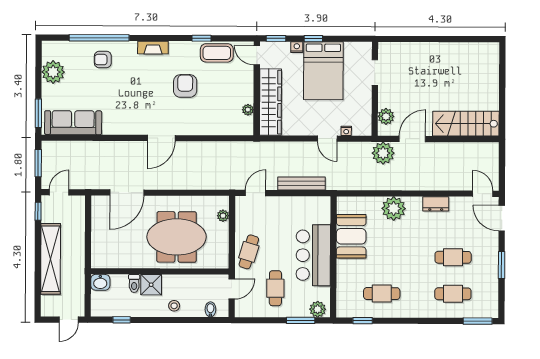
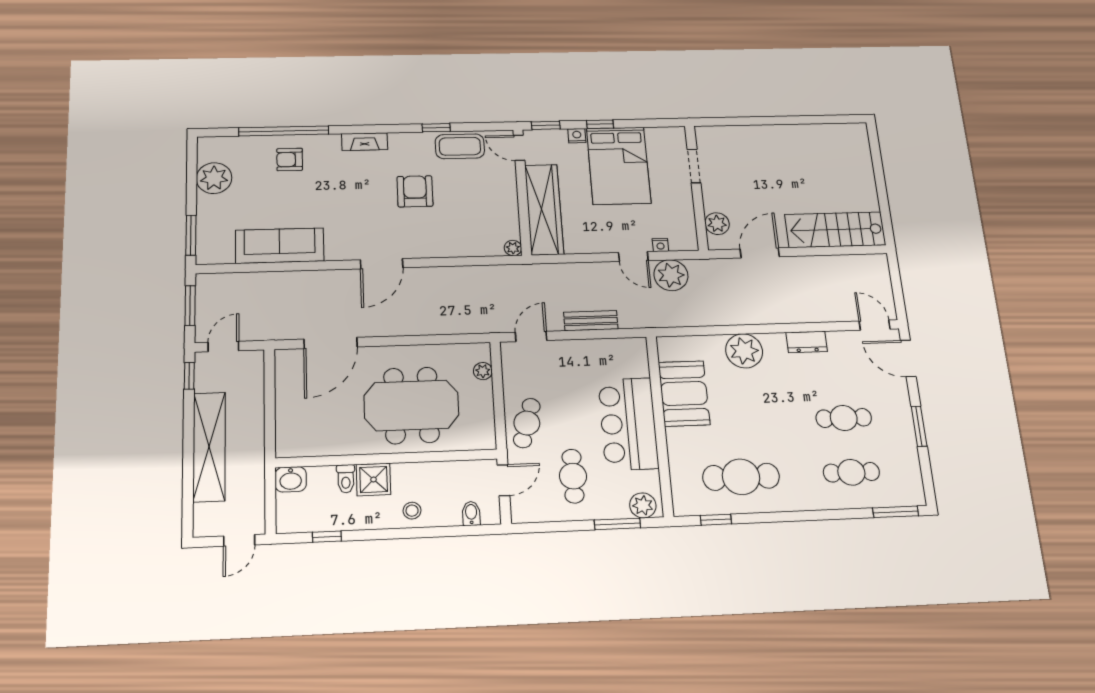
plant: (248, 110) -> (513, 248), moved
sofa: (73, 123) -> (280, 246), moved
plant: (383, 153) -> (671, 275), moved
bench: (301, 183) -> (591, 321), width x0.73
cafe table: (382, 294) -> (741, 477), width x1.37, depth x1.35

